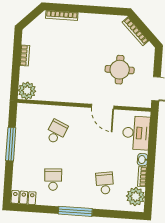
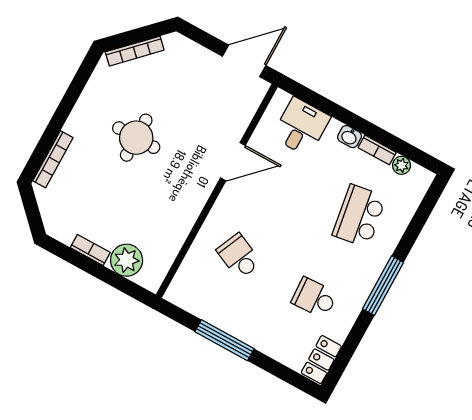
round table: (120, 70) -> (136, 138), moved
plant: (27, 91) -> (127, 260), moved
desk: (136, 133) -> (301, 127), width x0.73
school desk: (105, 183) -> (359, 216), width x1.85
plant: (136, 197) -> (401, 165), width x0.53, depth x0.53

